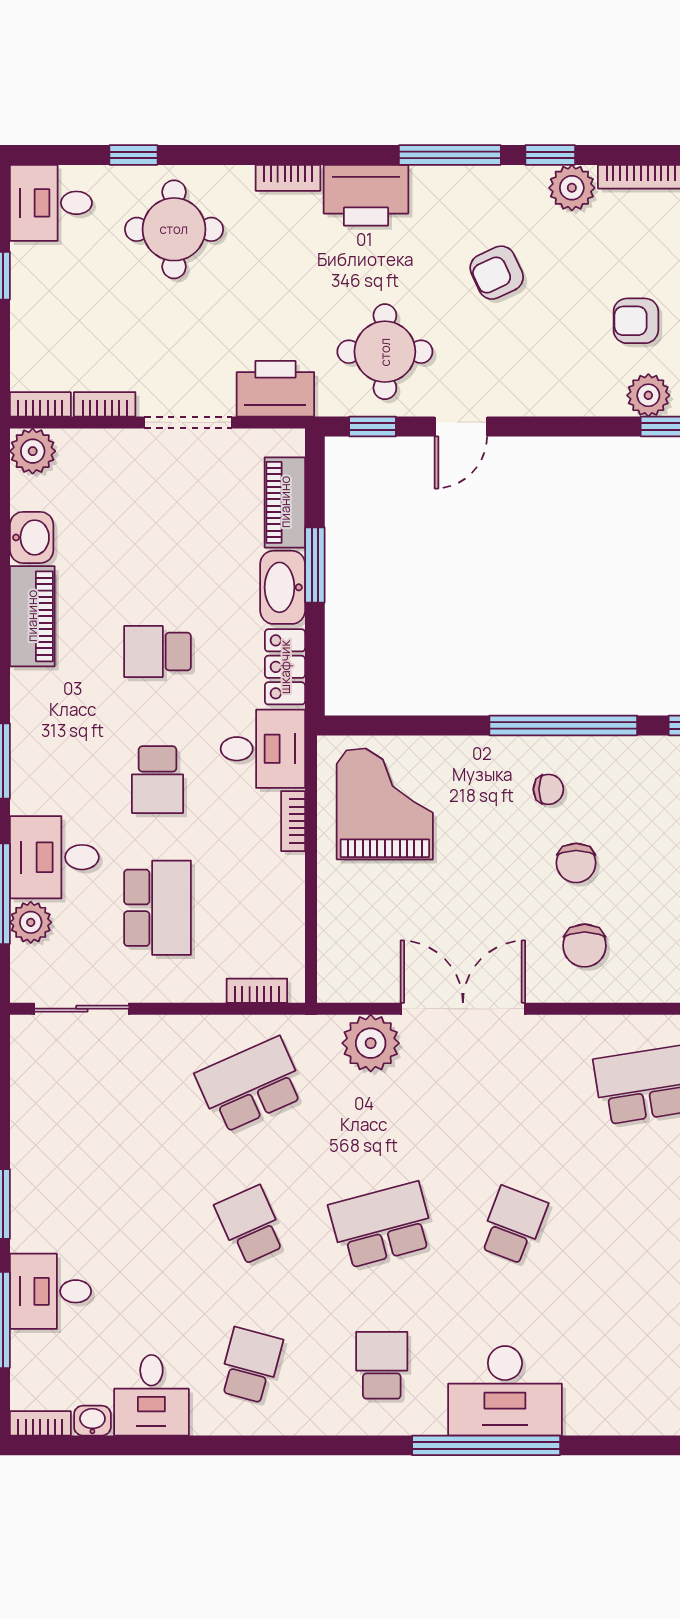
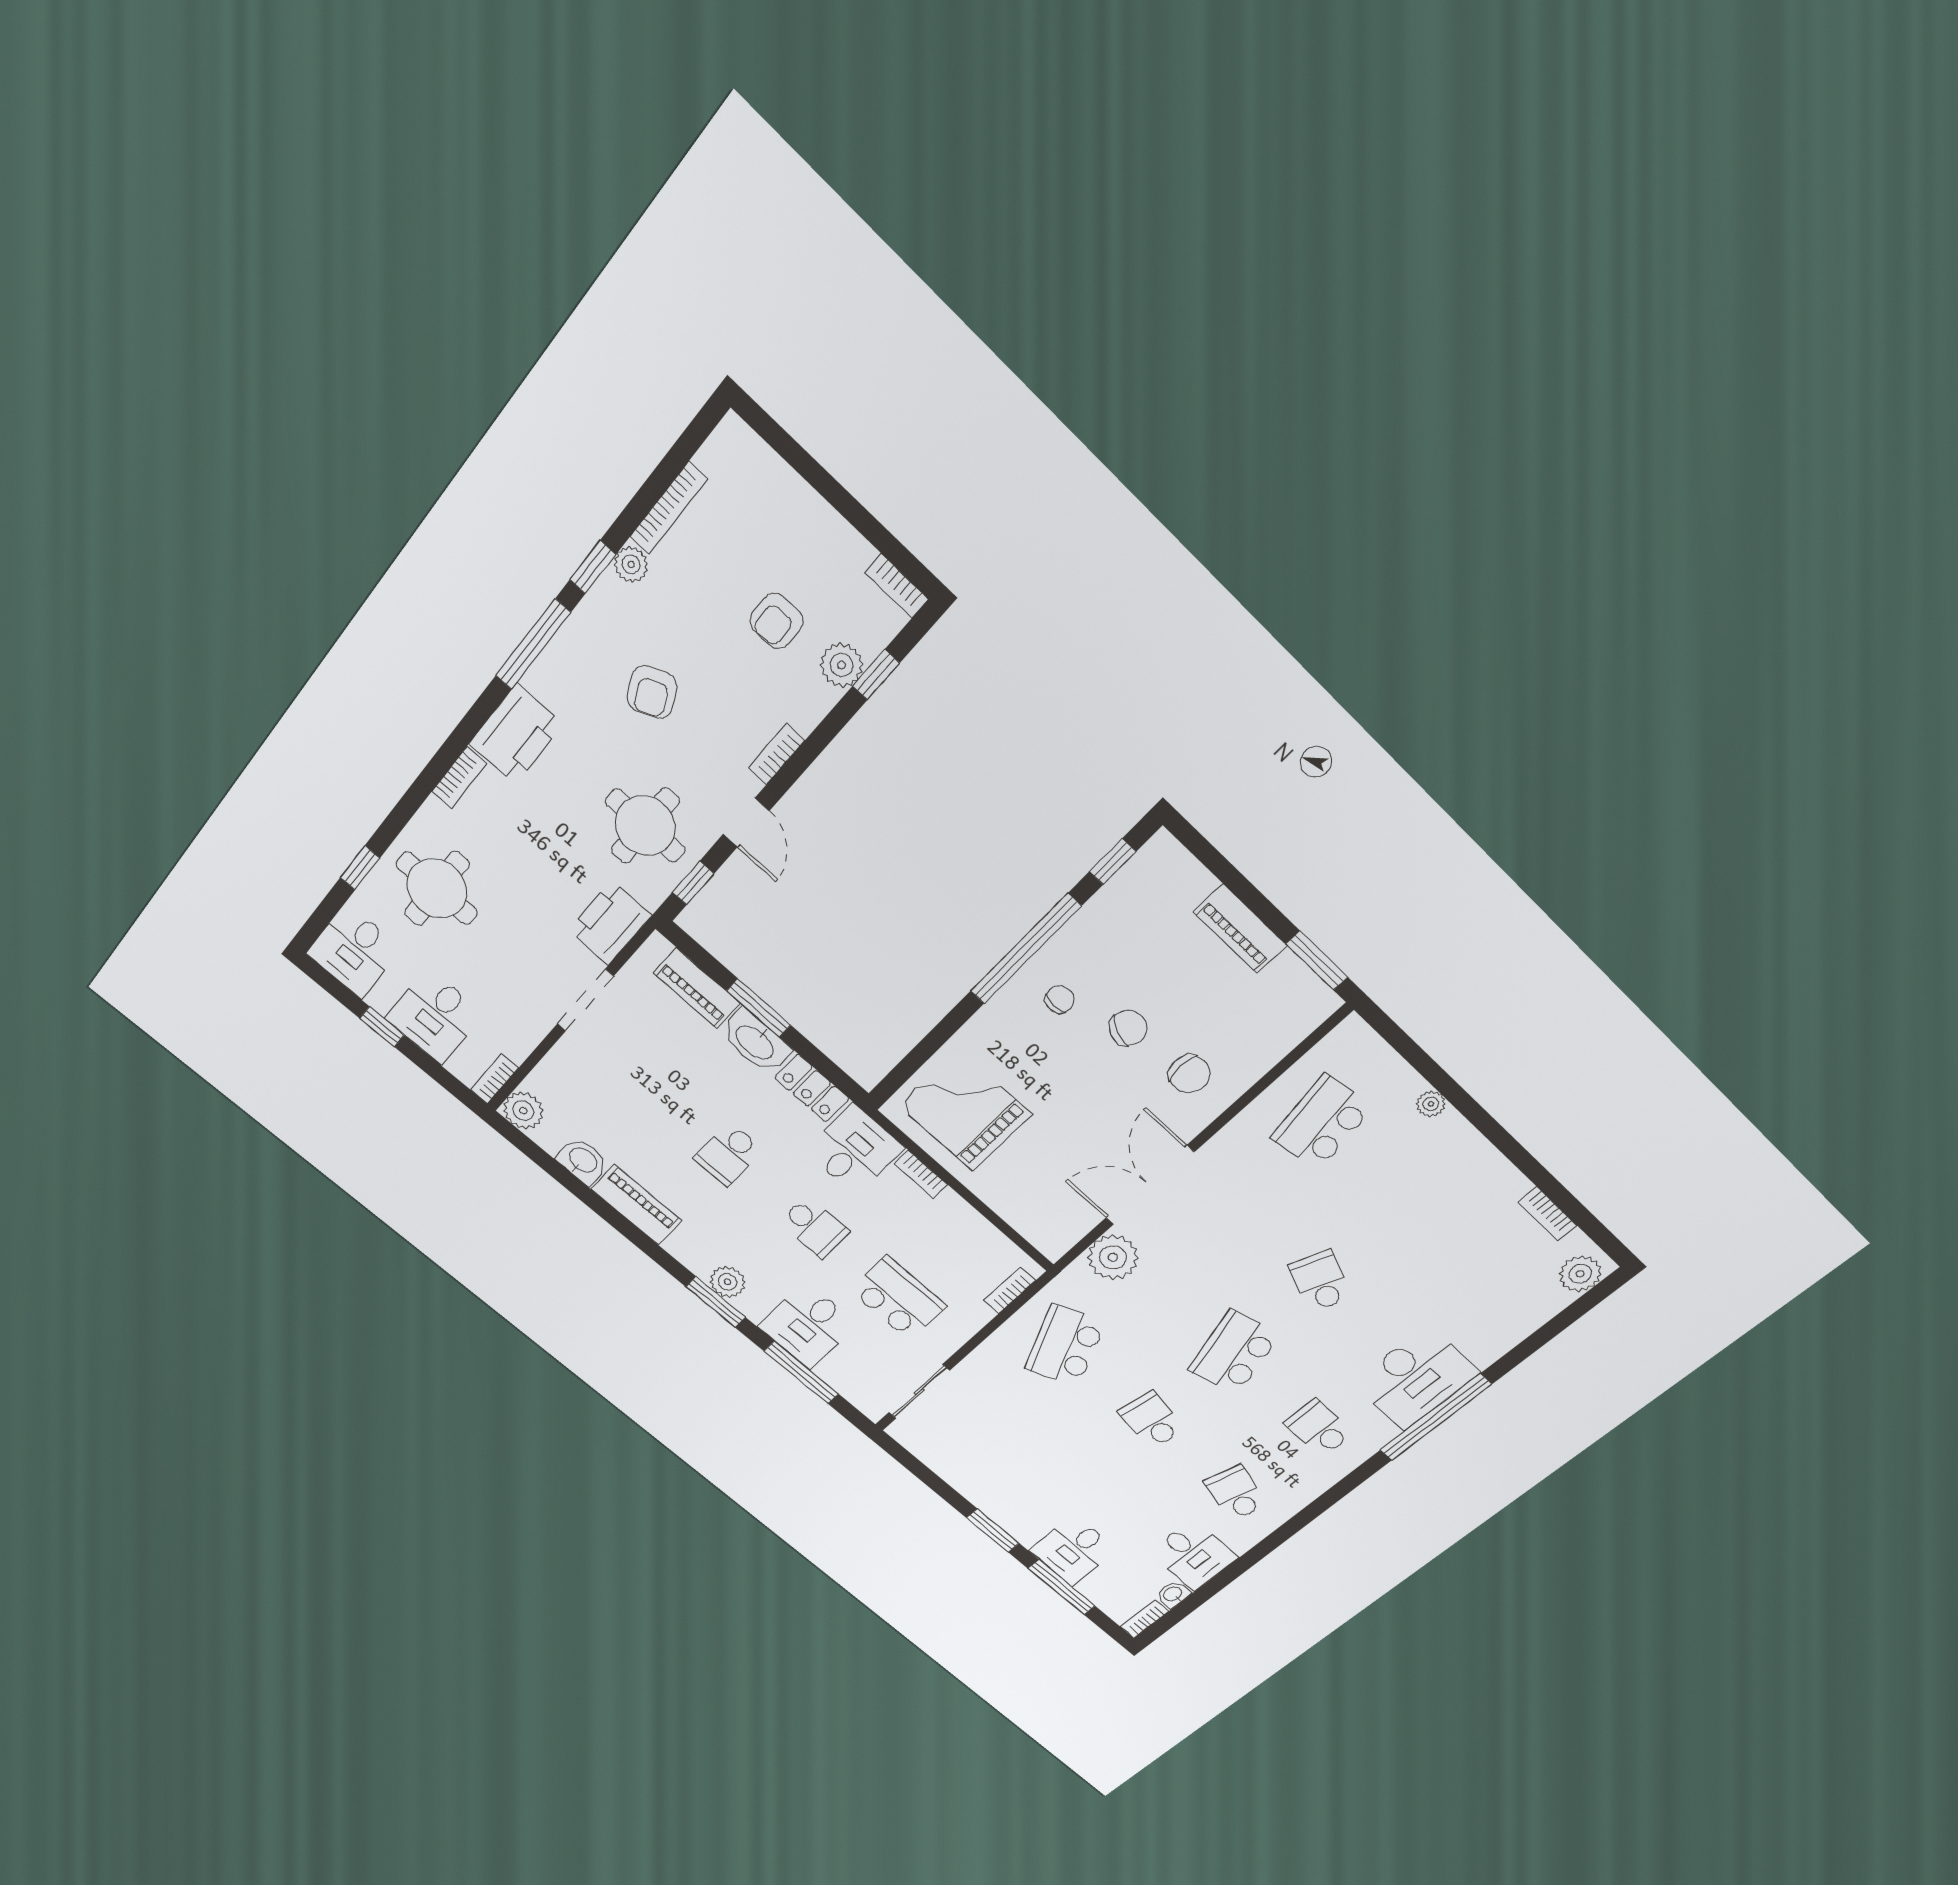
plant: (572, 188) -> (631, 564), width x0.73, depth x0.73
desk: (53, 312) -> (434, 1016), added
bookcase: (105, 404) -> (776, 754), moved
chair: (576, 863) -> (1128, 1028), turned -67
plant: (31, 922) -> (727, 1282), moved
school desk: (250, 1225) -> (1152, 1420), turned 33

